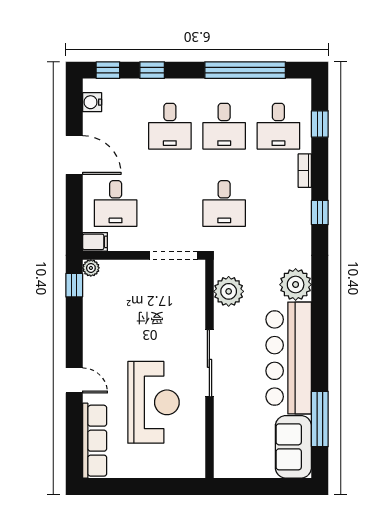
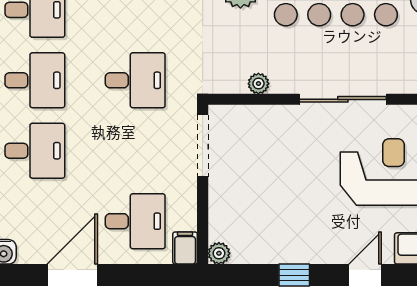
window: (74, 285) -> (294, 275), moved
plant: (229, 291) -> (258, 84), width x0.53, depth x0.53

